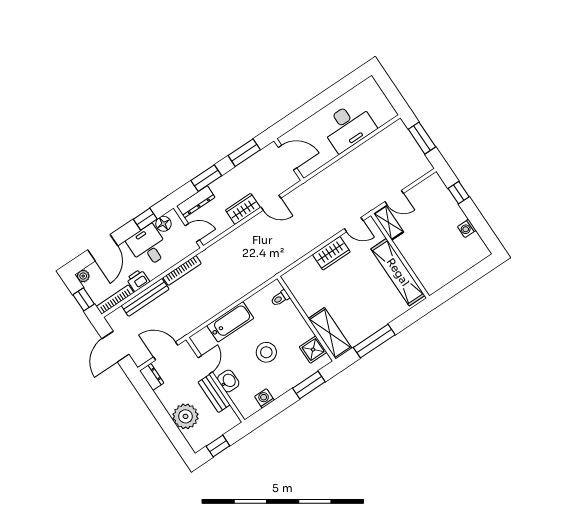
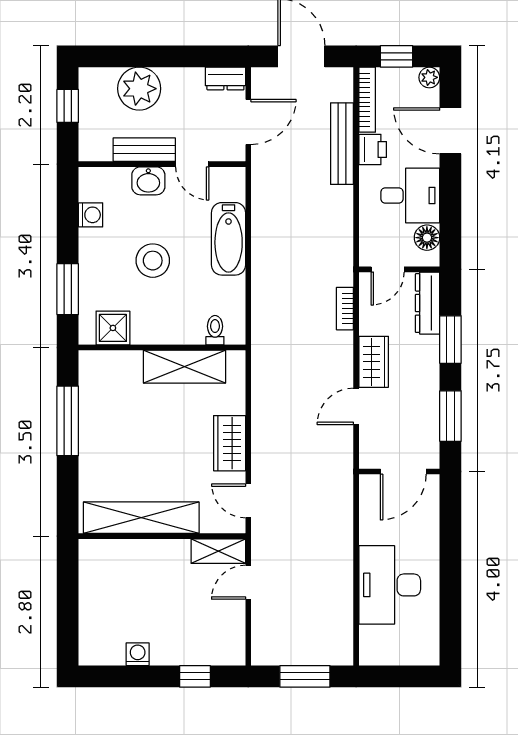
window: (145, 219) -> (450, 217), removed
door: (354, 225) -> (248, 501), hinge flipped
bookcase: (182, 270) -> (345, 309), moved, width x0.64
shelving: (330, 333) -> (185, 367), moved

